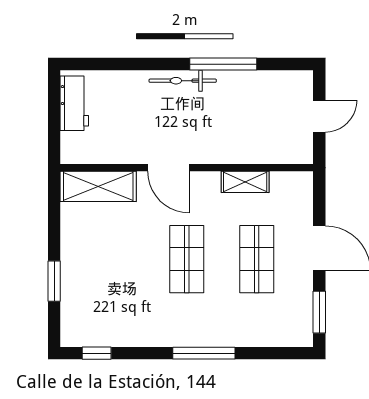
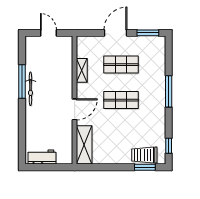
bicycle: (183, 81) -> (30, 89), moved
window: (54, 281) -> (145, 167), moved
trolley: (78, 305) -> (144, 155), added

